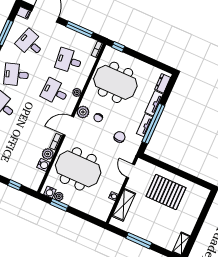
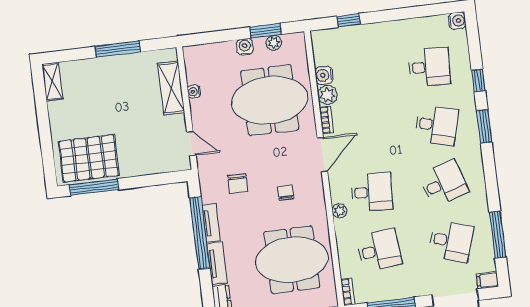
plant: (83, 112) -> (313, 188), removed
window: (192, 179) -> (94, 187), added
water cooler: (50, 192) -> (245, 47), moved
pallet: (166, 192) -> (89, 158), moved

